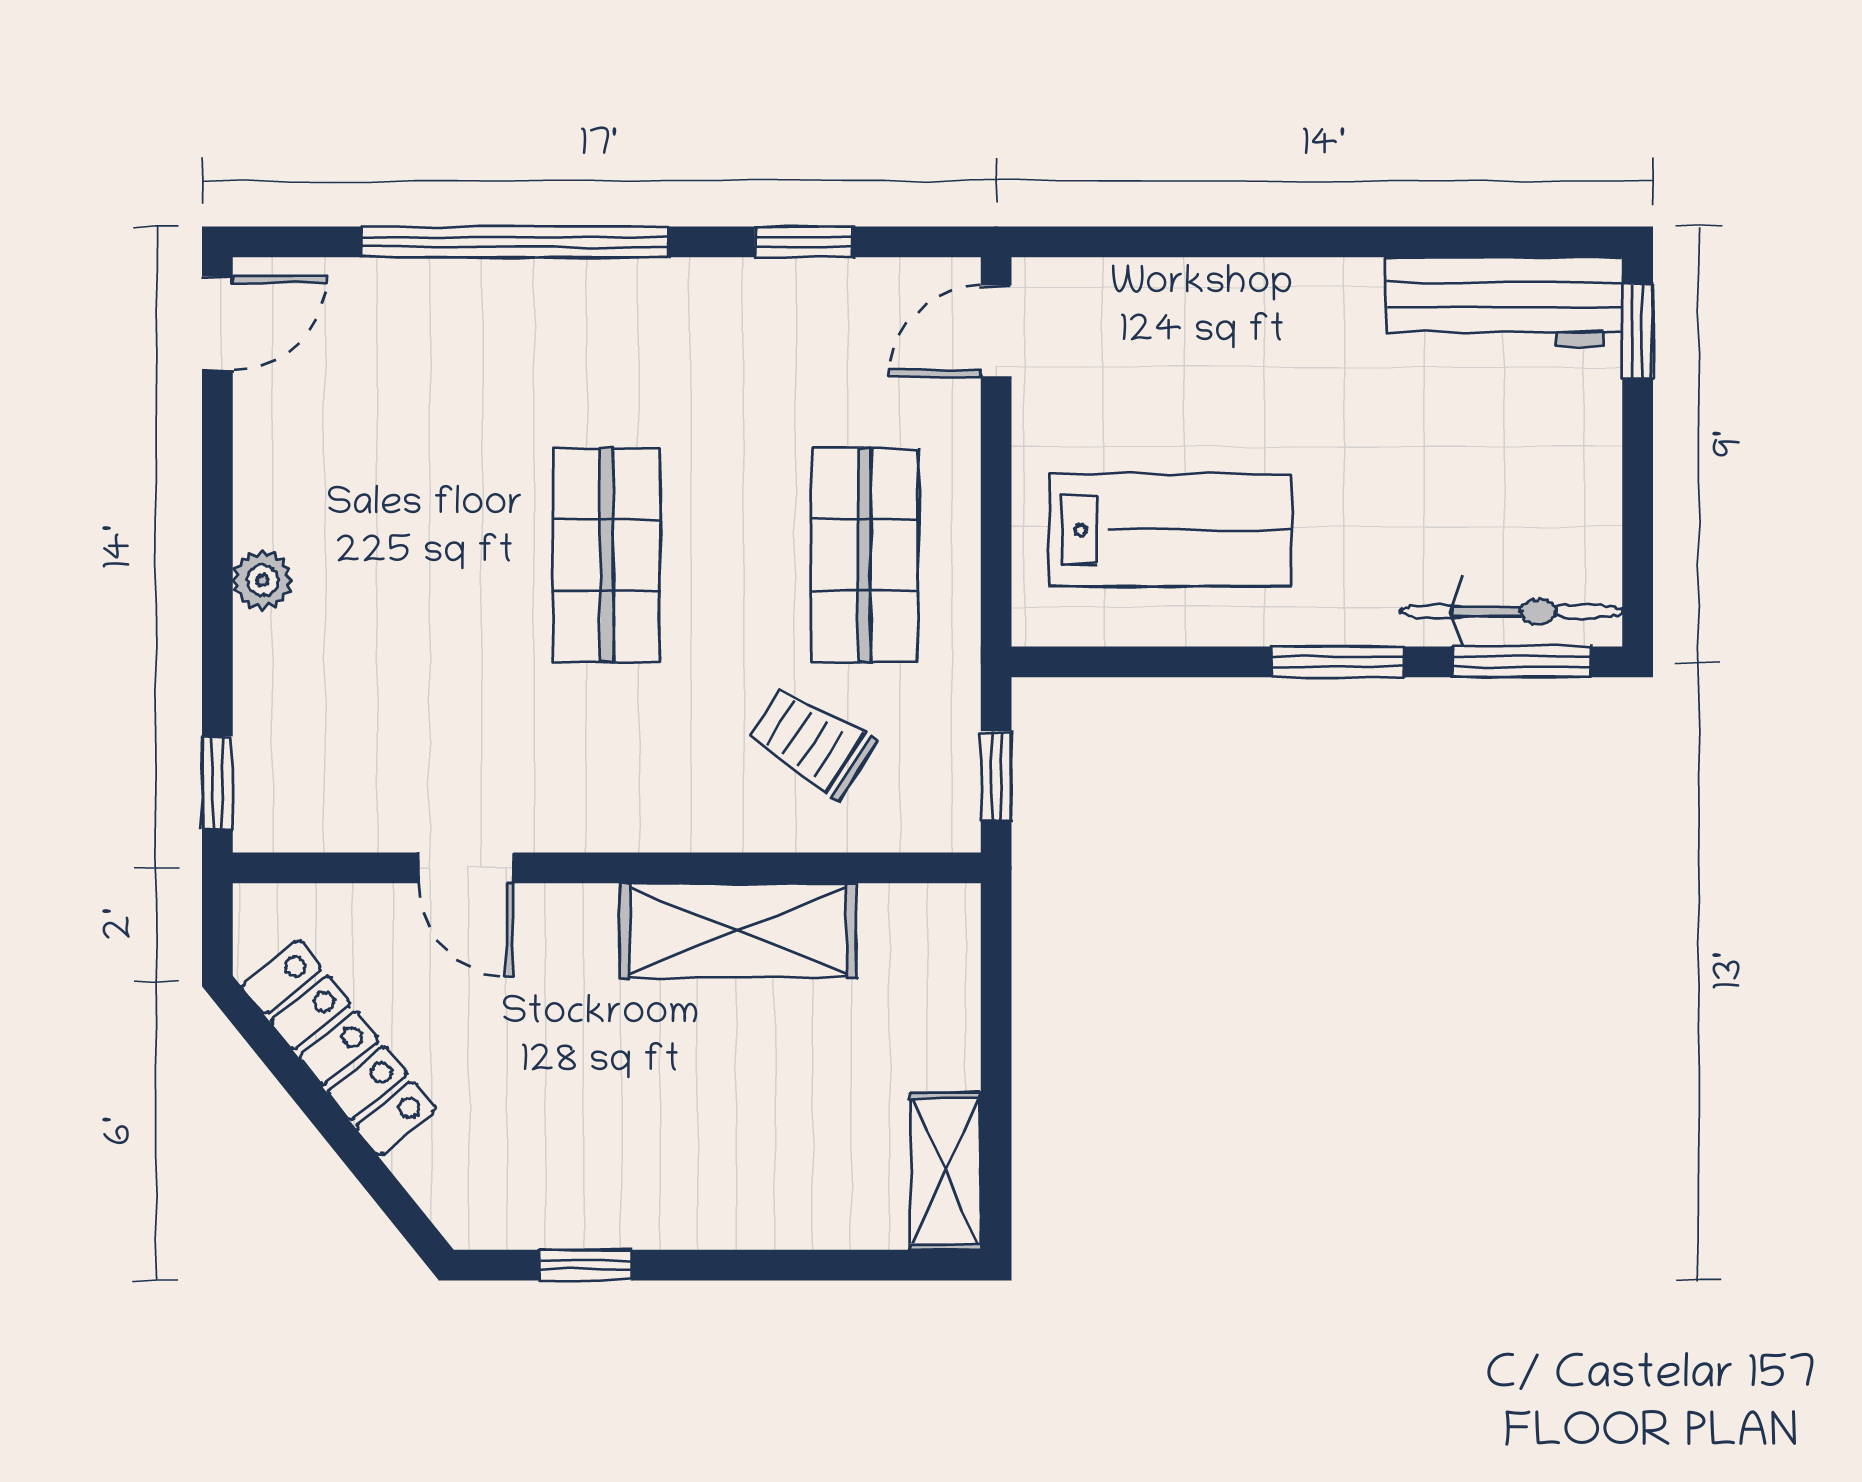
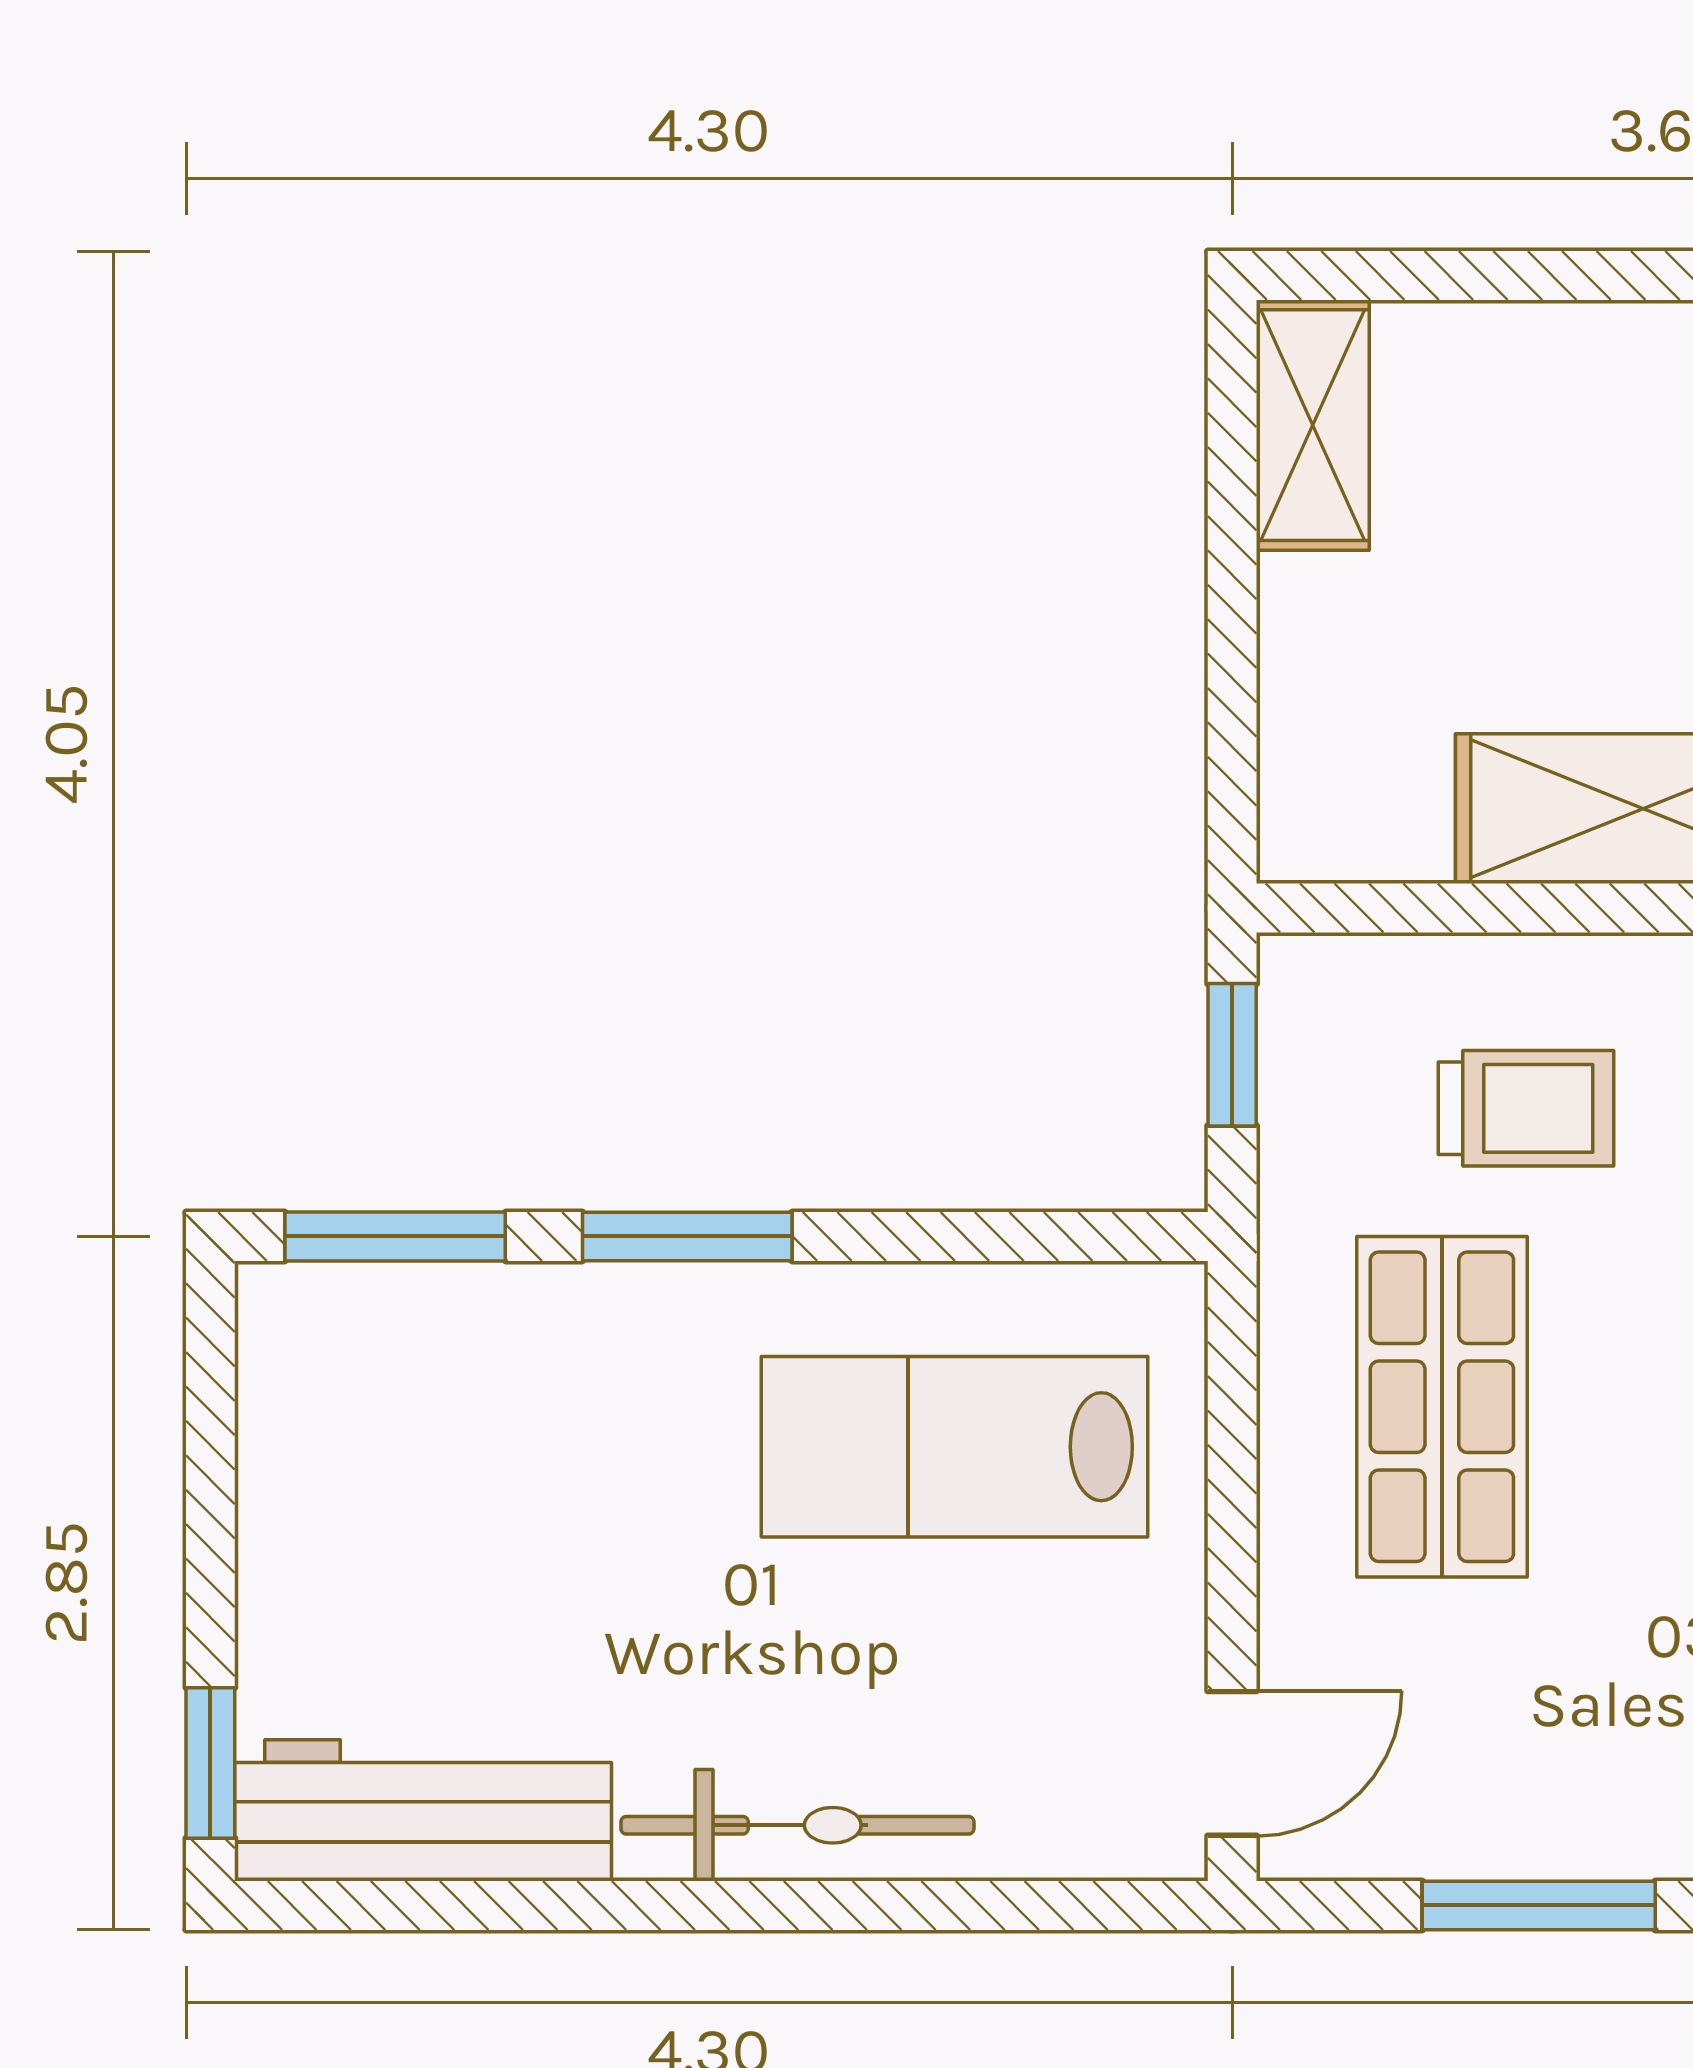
window: (804, 242) -> (1539, 1905), width x1.50
bicycle: (1512, 611) -> (797, 1825), moved, turned 180
trolley: (812, 742) -> (1526, 1108), turned -32

